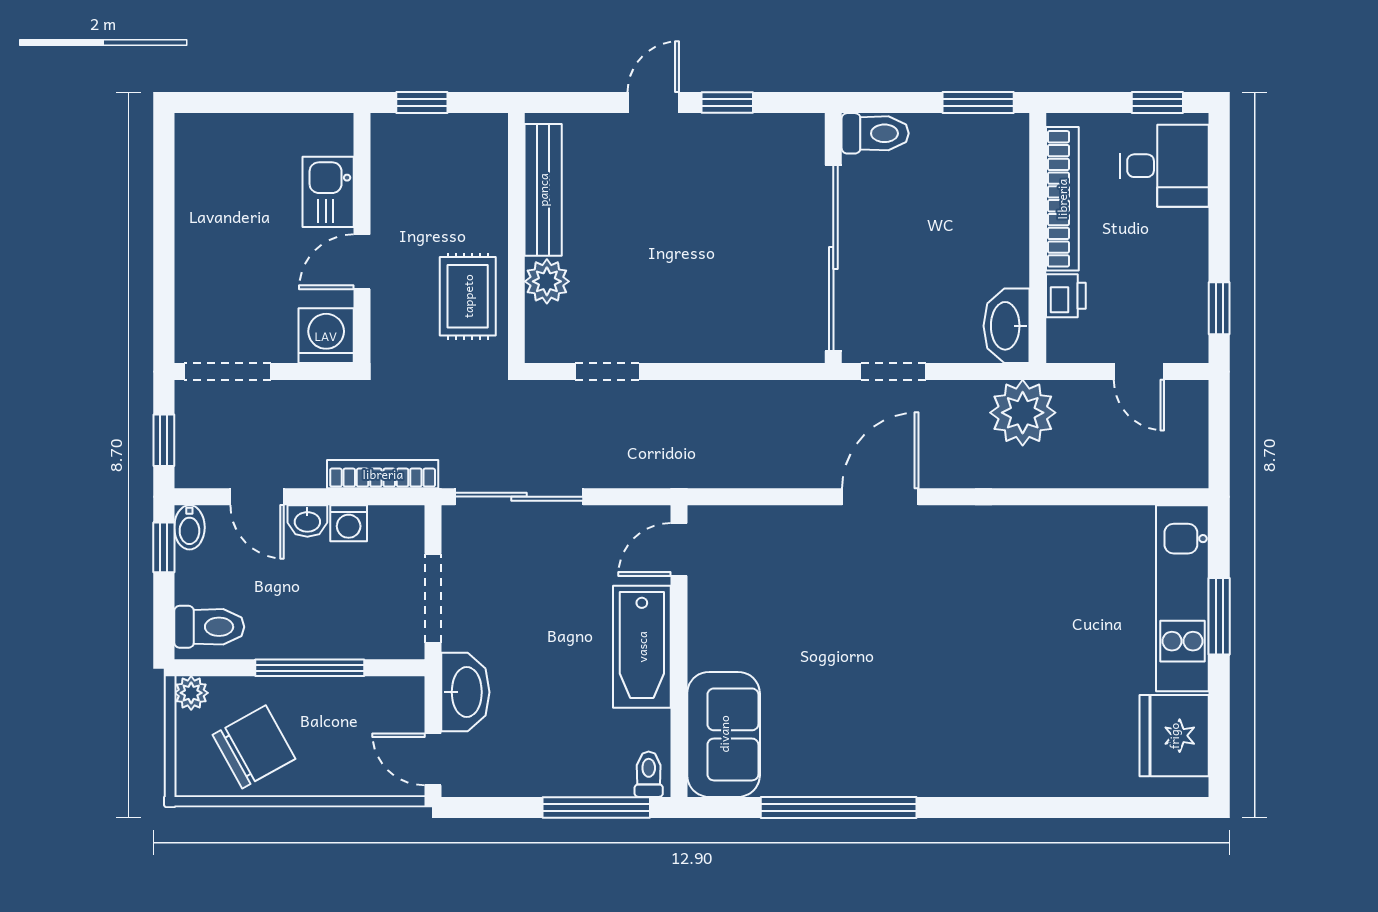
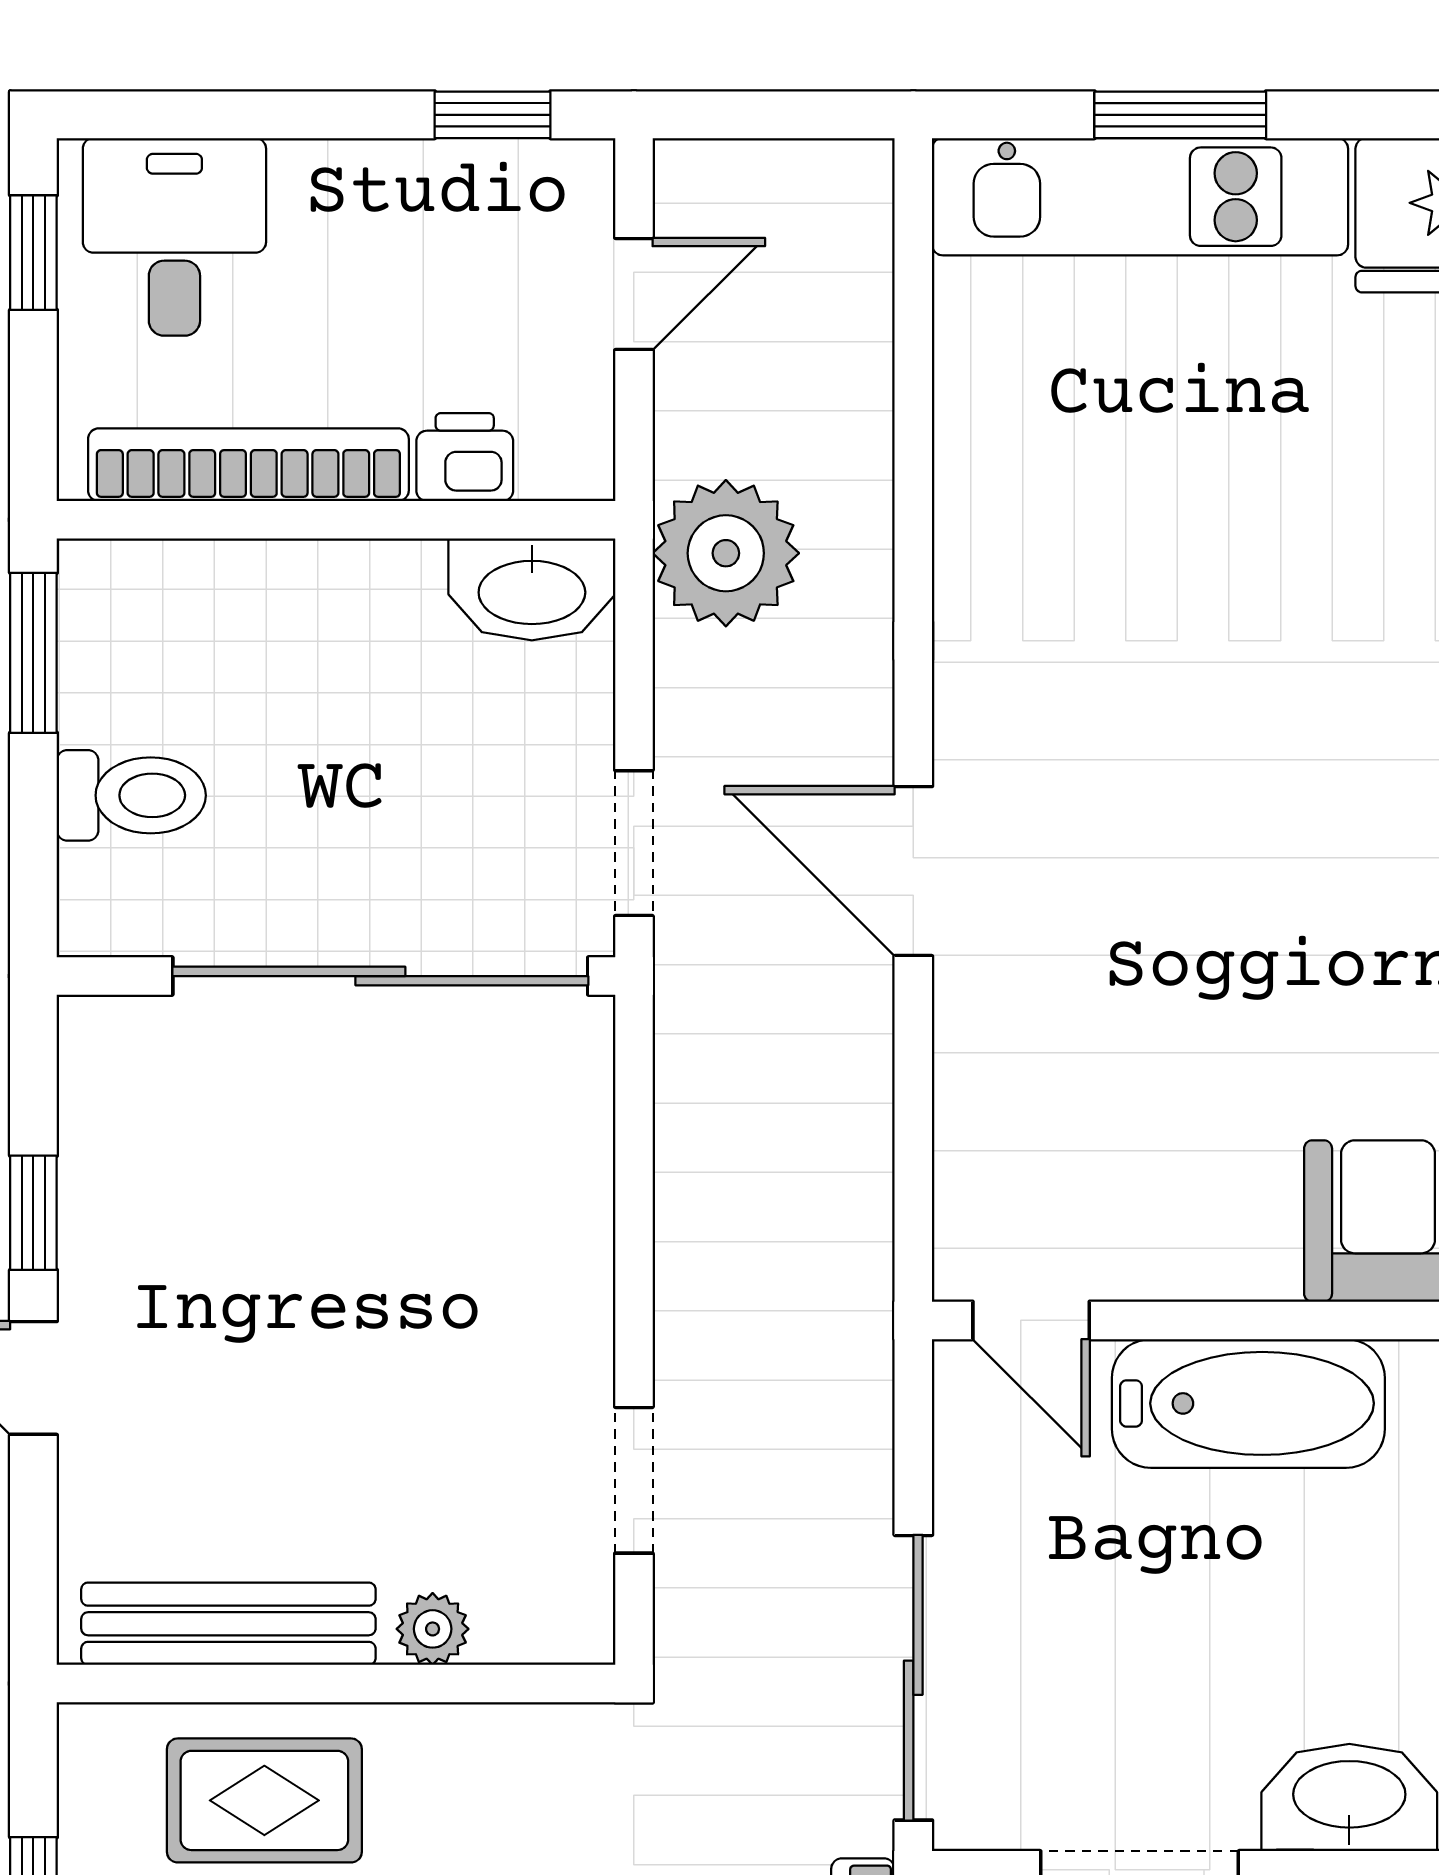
toilet: (875, 133) -> (131, 795), moved, turned 90
plant: (547, 281) -> (433, 1629), width x0.73, depth x0.73
rug: (468, 296) -> (264, 1800), moved

